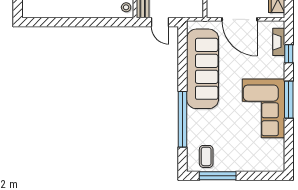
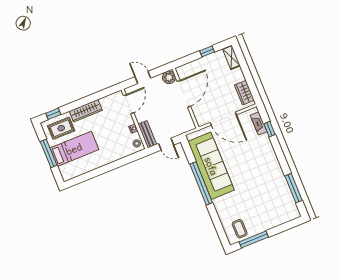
window: (289, 100) -> (293, 188), moved
corner sofa: (263, 108) -> (267, 177), removed
window: (183, 119) -> (201, 183), moved

